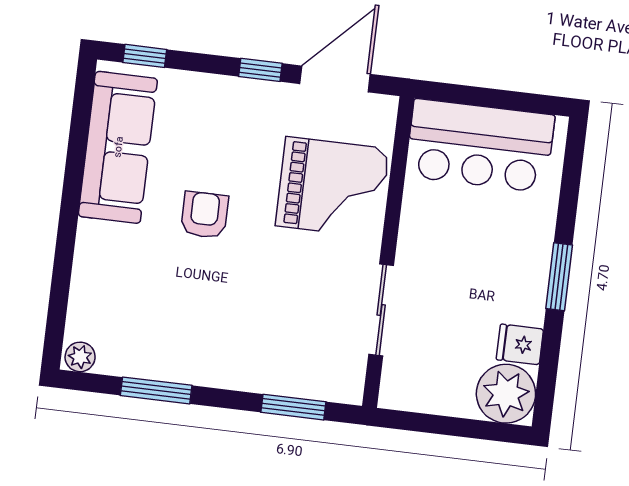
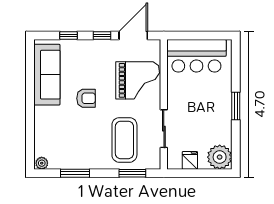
window: (145, 56) -> (69, 36), moved
armchair: (204, 215) -> (86, 98), turned 90
coffee table: (284, 326) -> (124, 140), added
fridge: (520, 344) -> (190, 160), moved, turned 90

